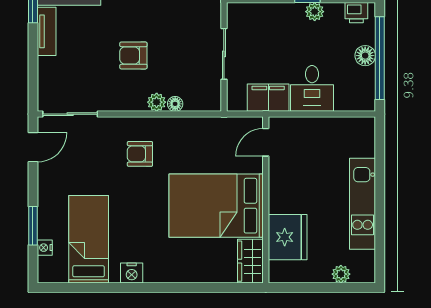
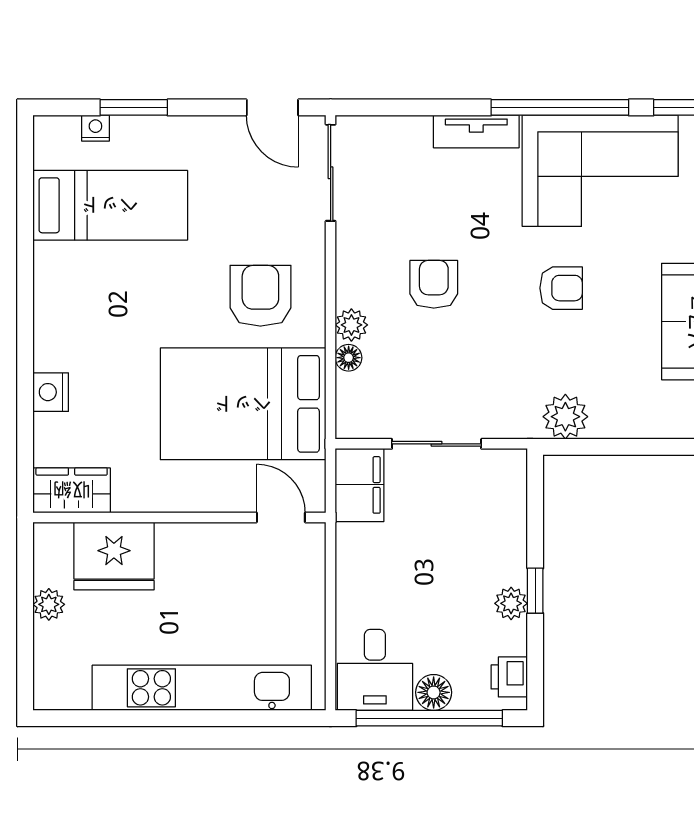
desk: (312, 88) -> (375, 670), moved, turned -90
filing cabinet: (268, 98) -> (360, 485), moved
armchair: (140, 154) -> (260, 296), width x1.38, depth x1.38
kitchen unit: (363, 204) -> (202, 688), width x1.36
bed: (216, 206) -> (243, 404), moved, turned -90
nightstand: (132, 273) -> (51, 392), moved
plant: (341, 274) -> (49, 604), moved

